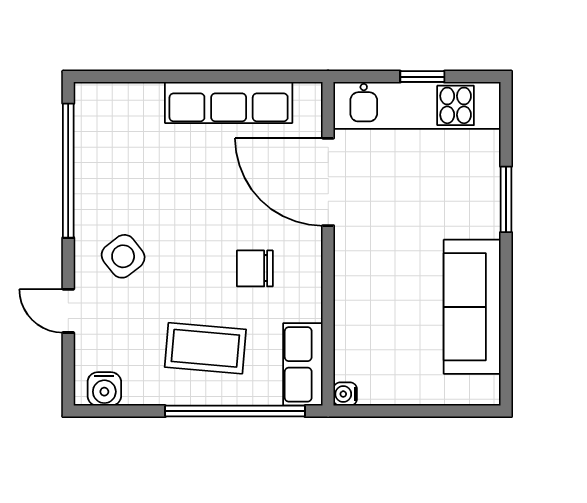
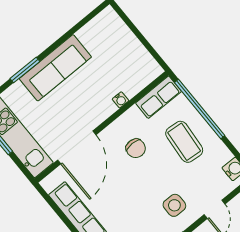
side table: (123, 256) -> (174, 205), turned 38
sofa: (472, 307) -> (55, 68), moved
water cooler: (345, 394) -> (121, 100), moved

